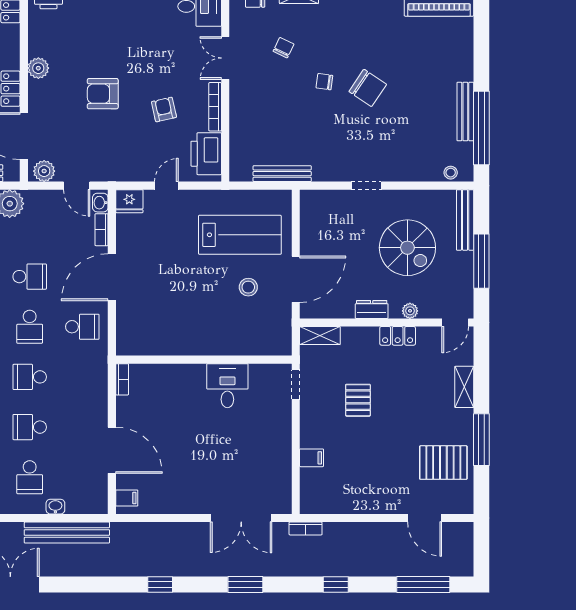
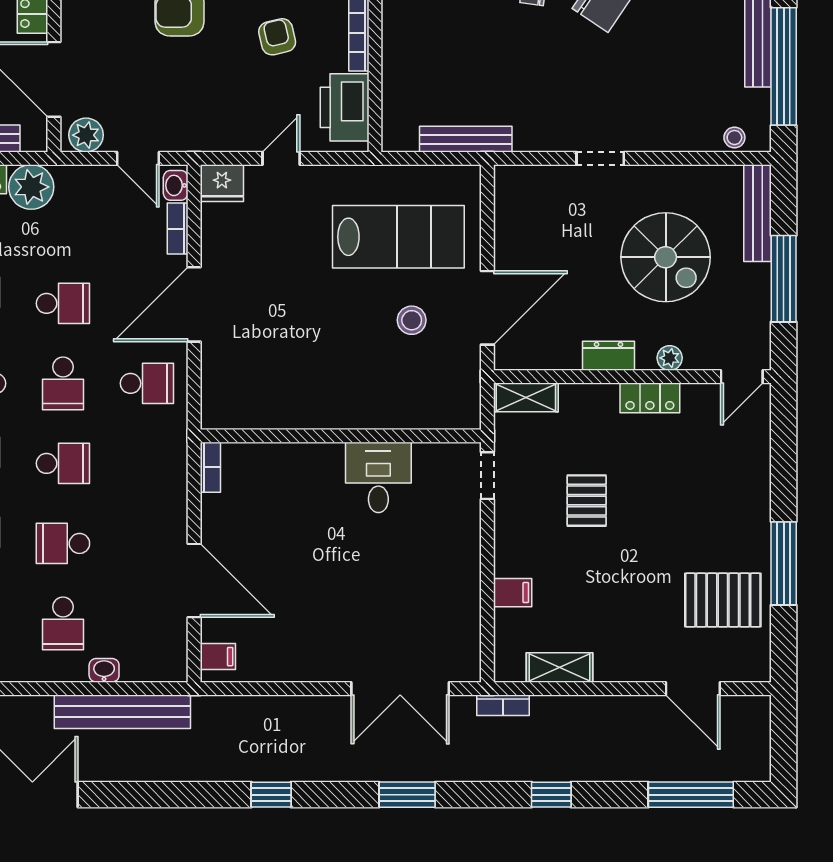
school desk: (30, 377) -> (63, 463), turned 180
shelving: (464, 387) -> (560, 667), moved, turned 90

